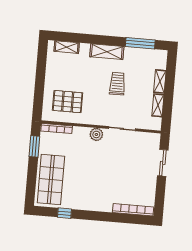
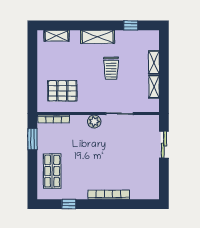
window: (140, 43) -> (131, 25), width x0.46
trolley: (117, 84) -> (111, 68), turned 180
shop shelf: (51, 179) -> (52, 171), width x0.70, depth x0.74
bookcase: (133, 210) -> (109, 195), moved

